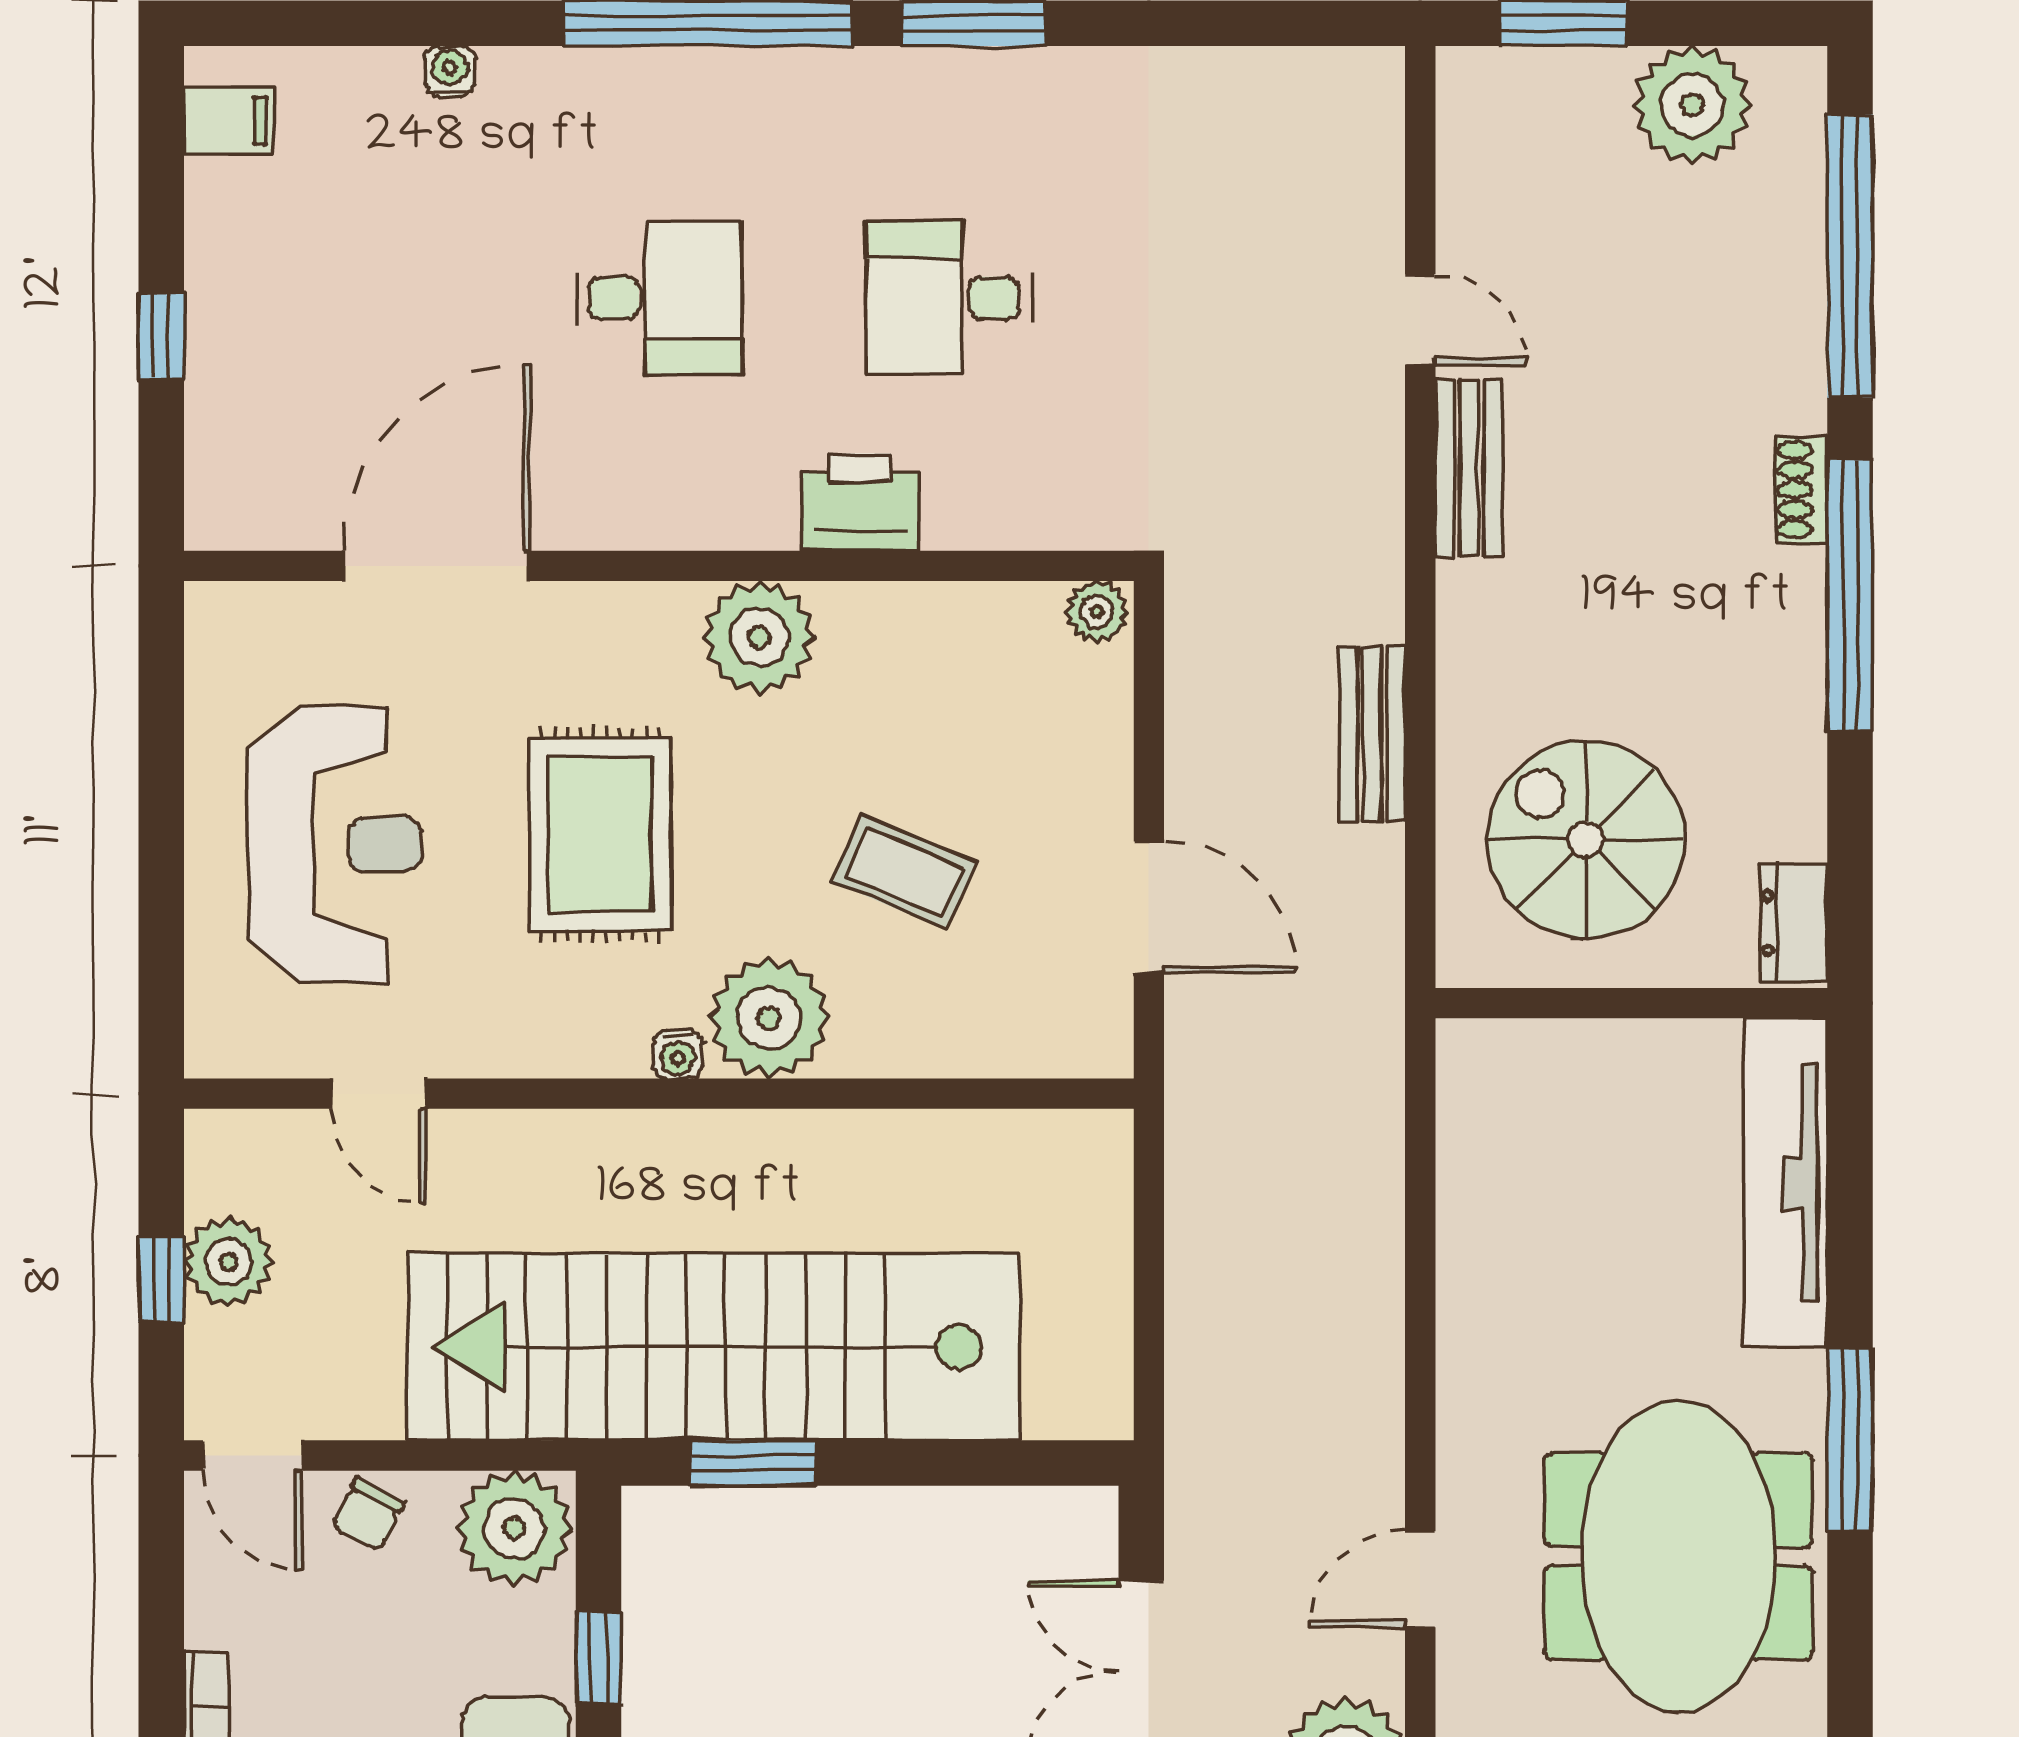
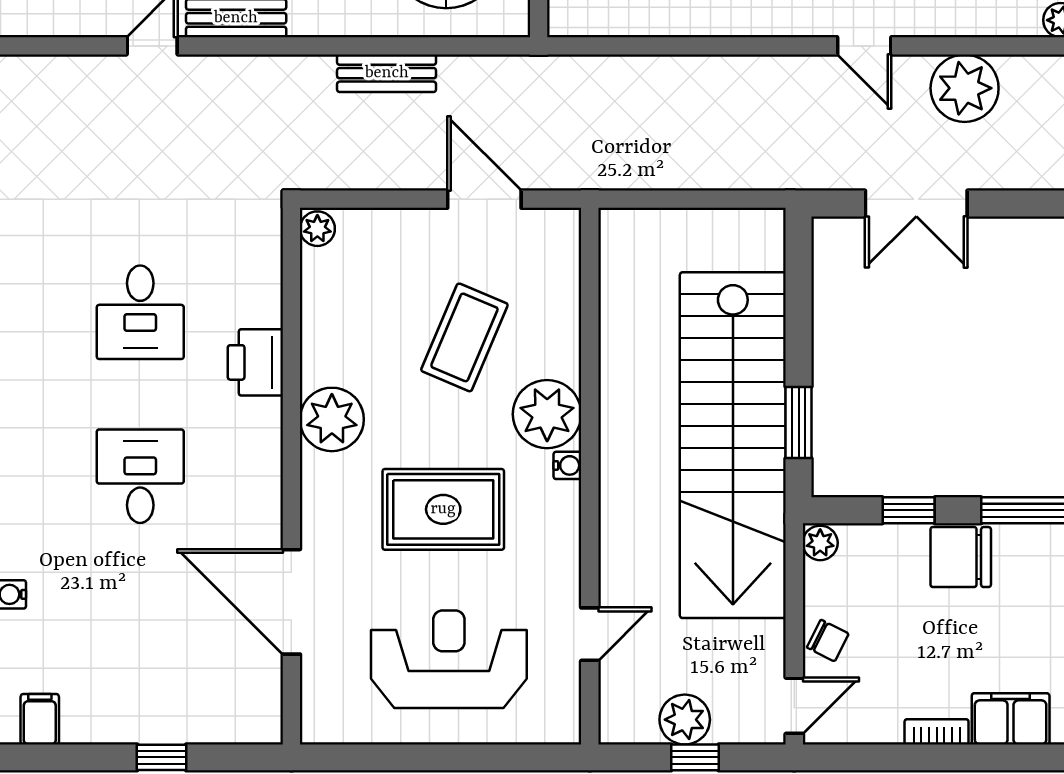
coffee table: (904, 872) -> (464, 337), width x1.36, depth x1.30
door: (1149, 907) -> (484, 199), hinge flipped
plant: (514, 1528) -> (820, 543), width x0.53, depth x0.53

